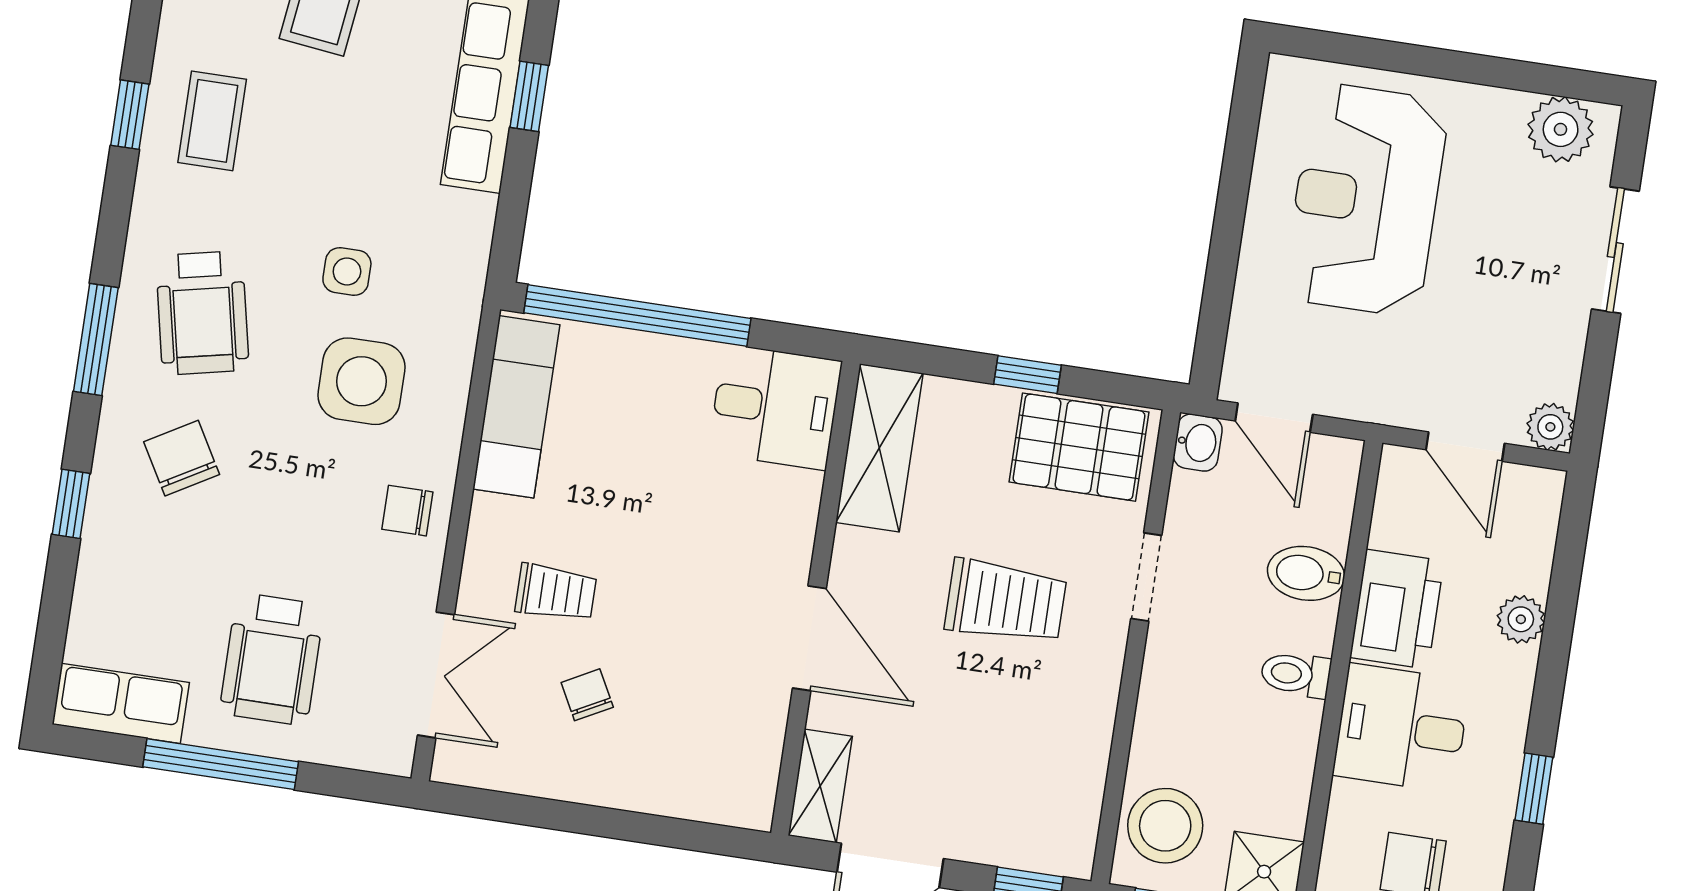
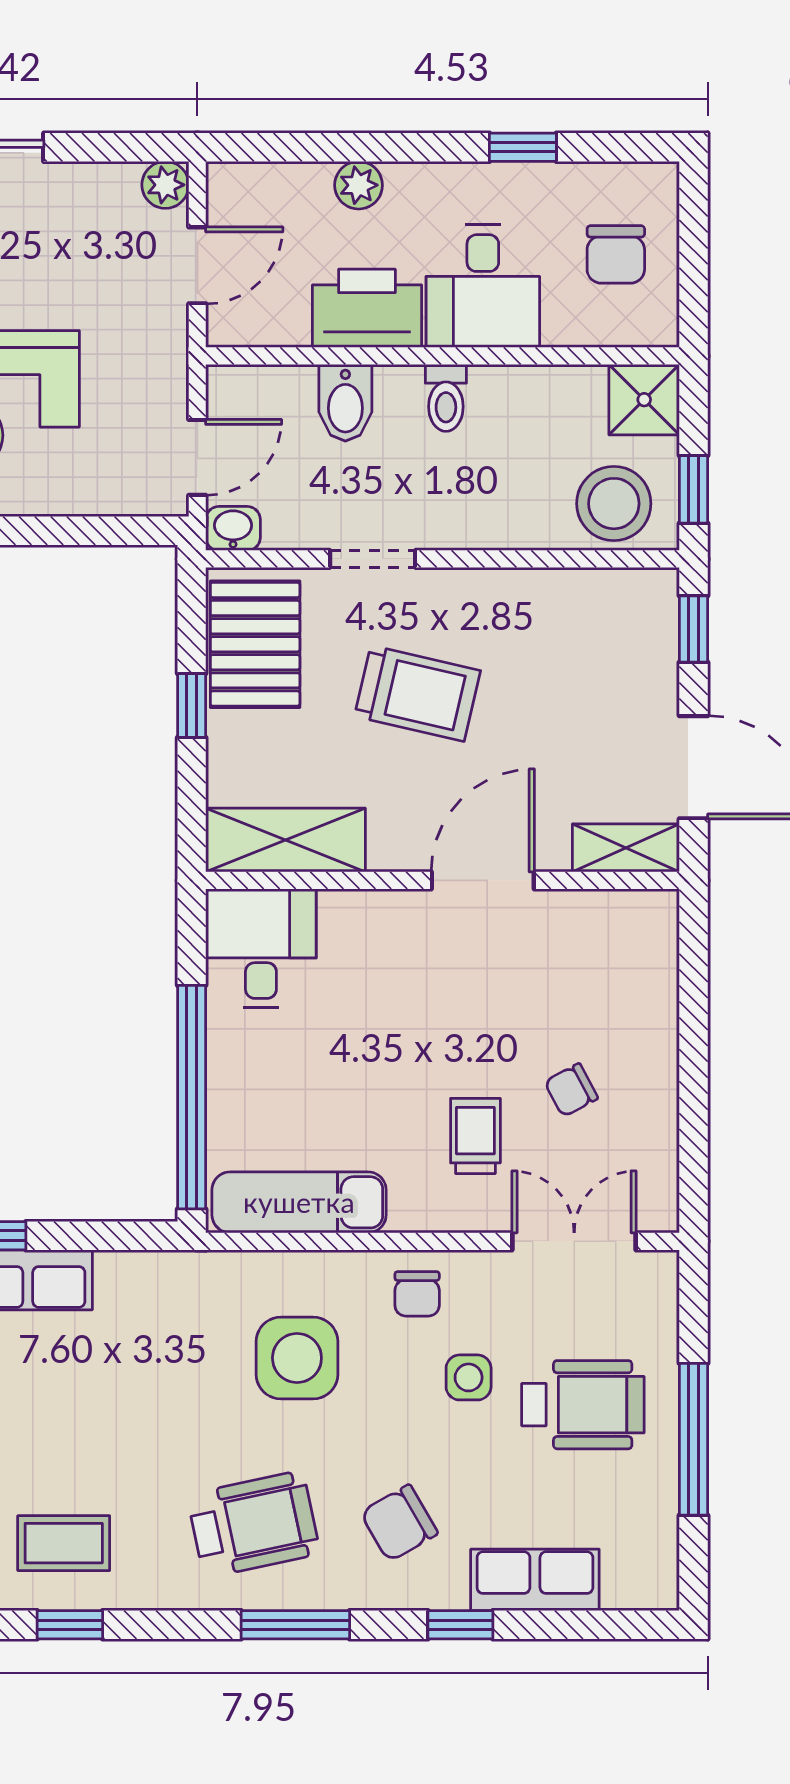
side table: (347, 271) -> (469, 1377), moved
trolley: (1006, 601) -> (417, 693), turned 103
row of seats: (121, 703) -> (535, 1580), moved, turned 90

